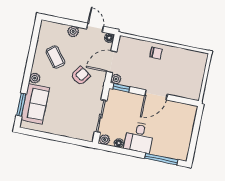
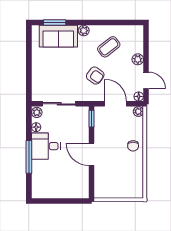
door: (95, 28) -> (146, 80), hinge flipped
plant: (116, 79) -> (138, 111), moved
window: (161, 159) -> (29, 157), moved

